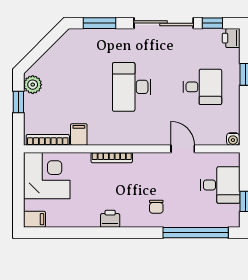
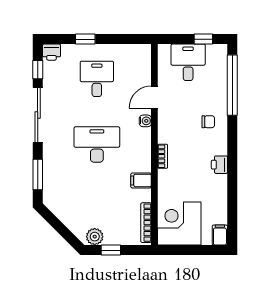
desk: (132, 87) -> (97, 145), turned 180
filing cabinet: (79, 134) -> (141, 180), moved
water cooler: (233, 139) -> (145, 121), moved
bookcase: (112, 158) -> (163, 156), width x0.64

